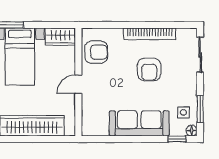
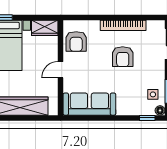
armchair: (96, 52) -> (76, 41), turned 90
sofa: (139, 123) -> (89, 104), moved

